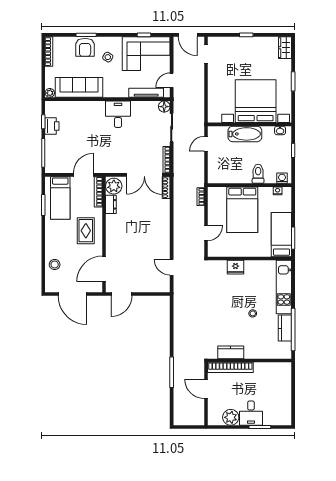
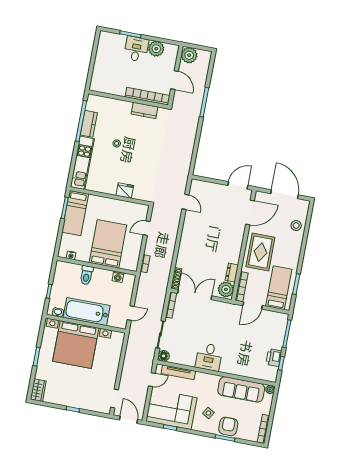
bathtub: (245, 134) -> (87, 312), width x1.36, depth x1.36
washing machine: (282, 178) -> (118, 277), moved
rug: (86, 231) -> (260, 252), width x1.36, depth x1.43
plant: (196, 417) -> (189, 55), added

